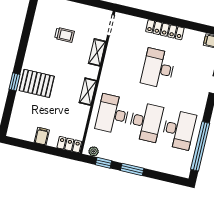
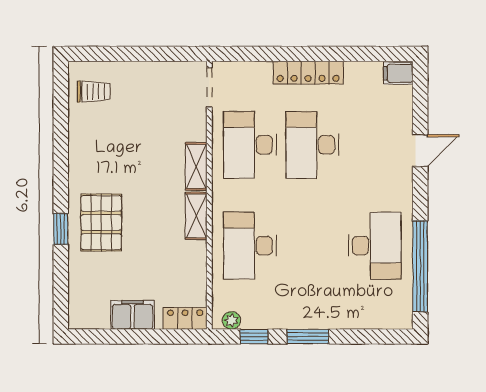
trolley: (64, 35) -> (94, 92), moved
shelving: (97, 52) -> (196, 166), moved
pallet: (37, 83) -> (101, 223), turned 90
desk: (146, 122) -> (250, 145), moved, turned 180
filing cabinet: (42, 136) -> (132, 315), width x2.00

